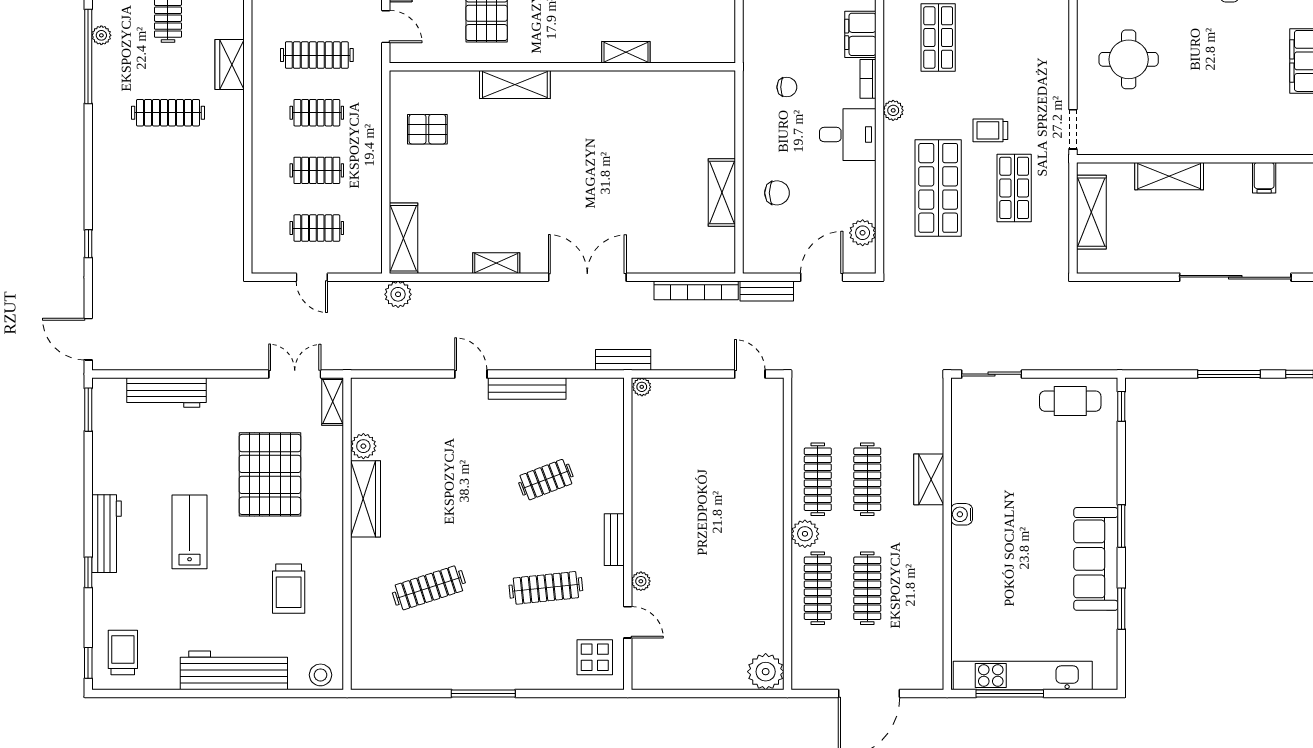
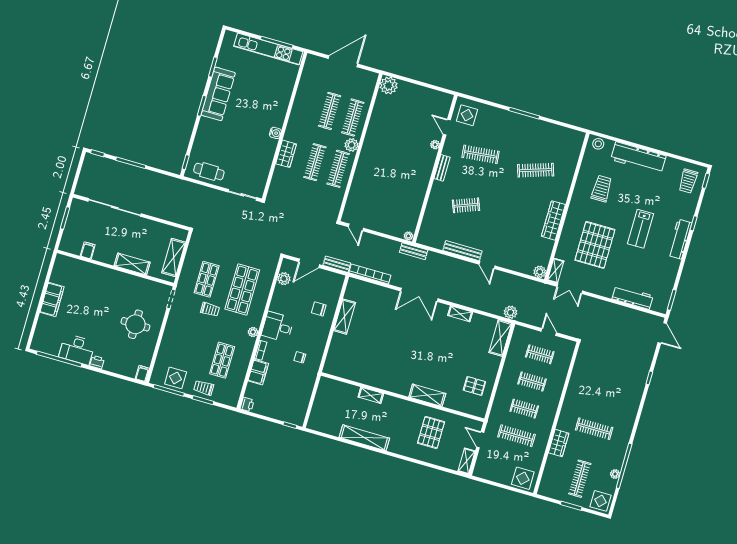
plant: (363, 446) -> (540, 272), moved

